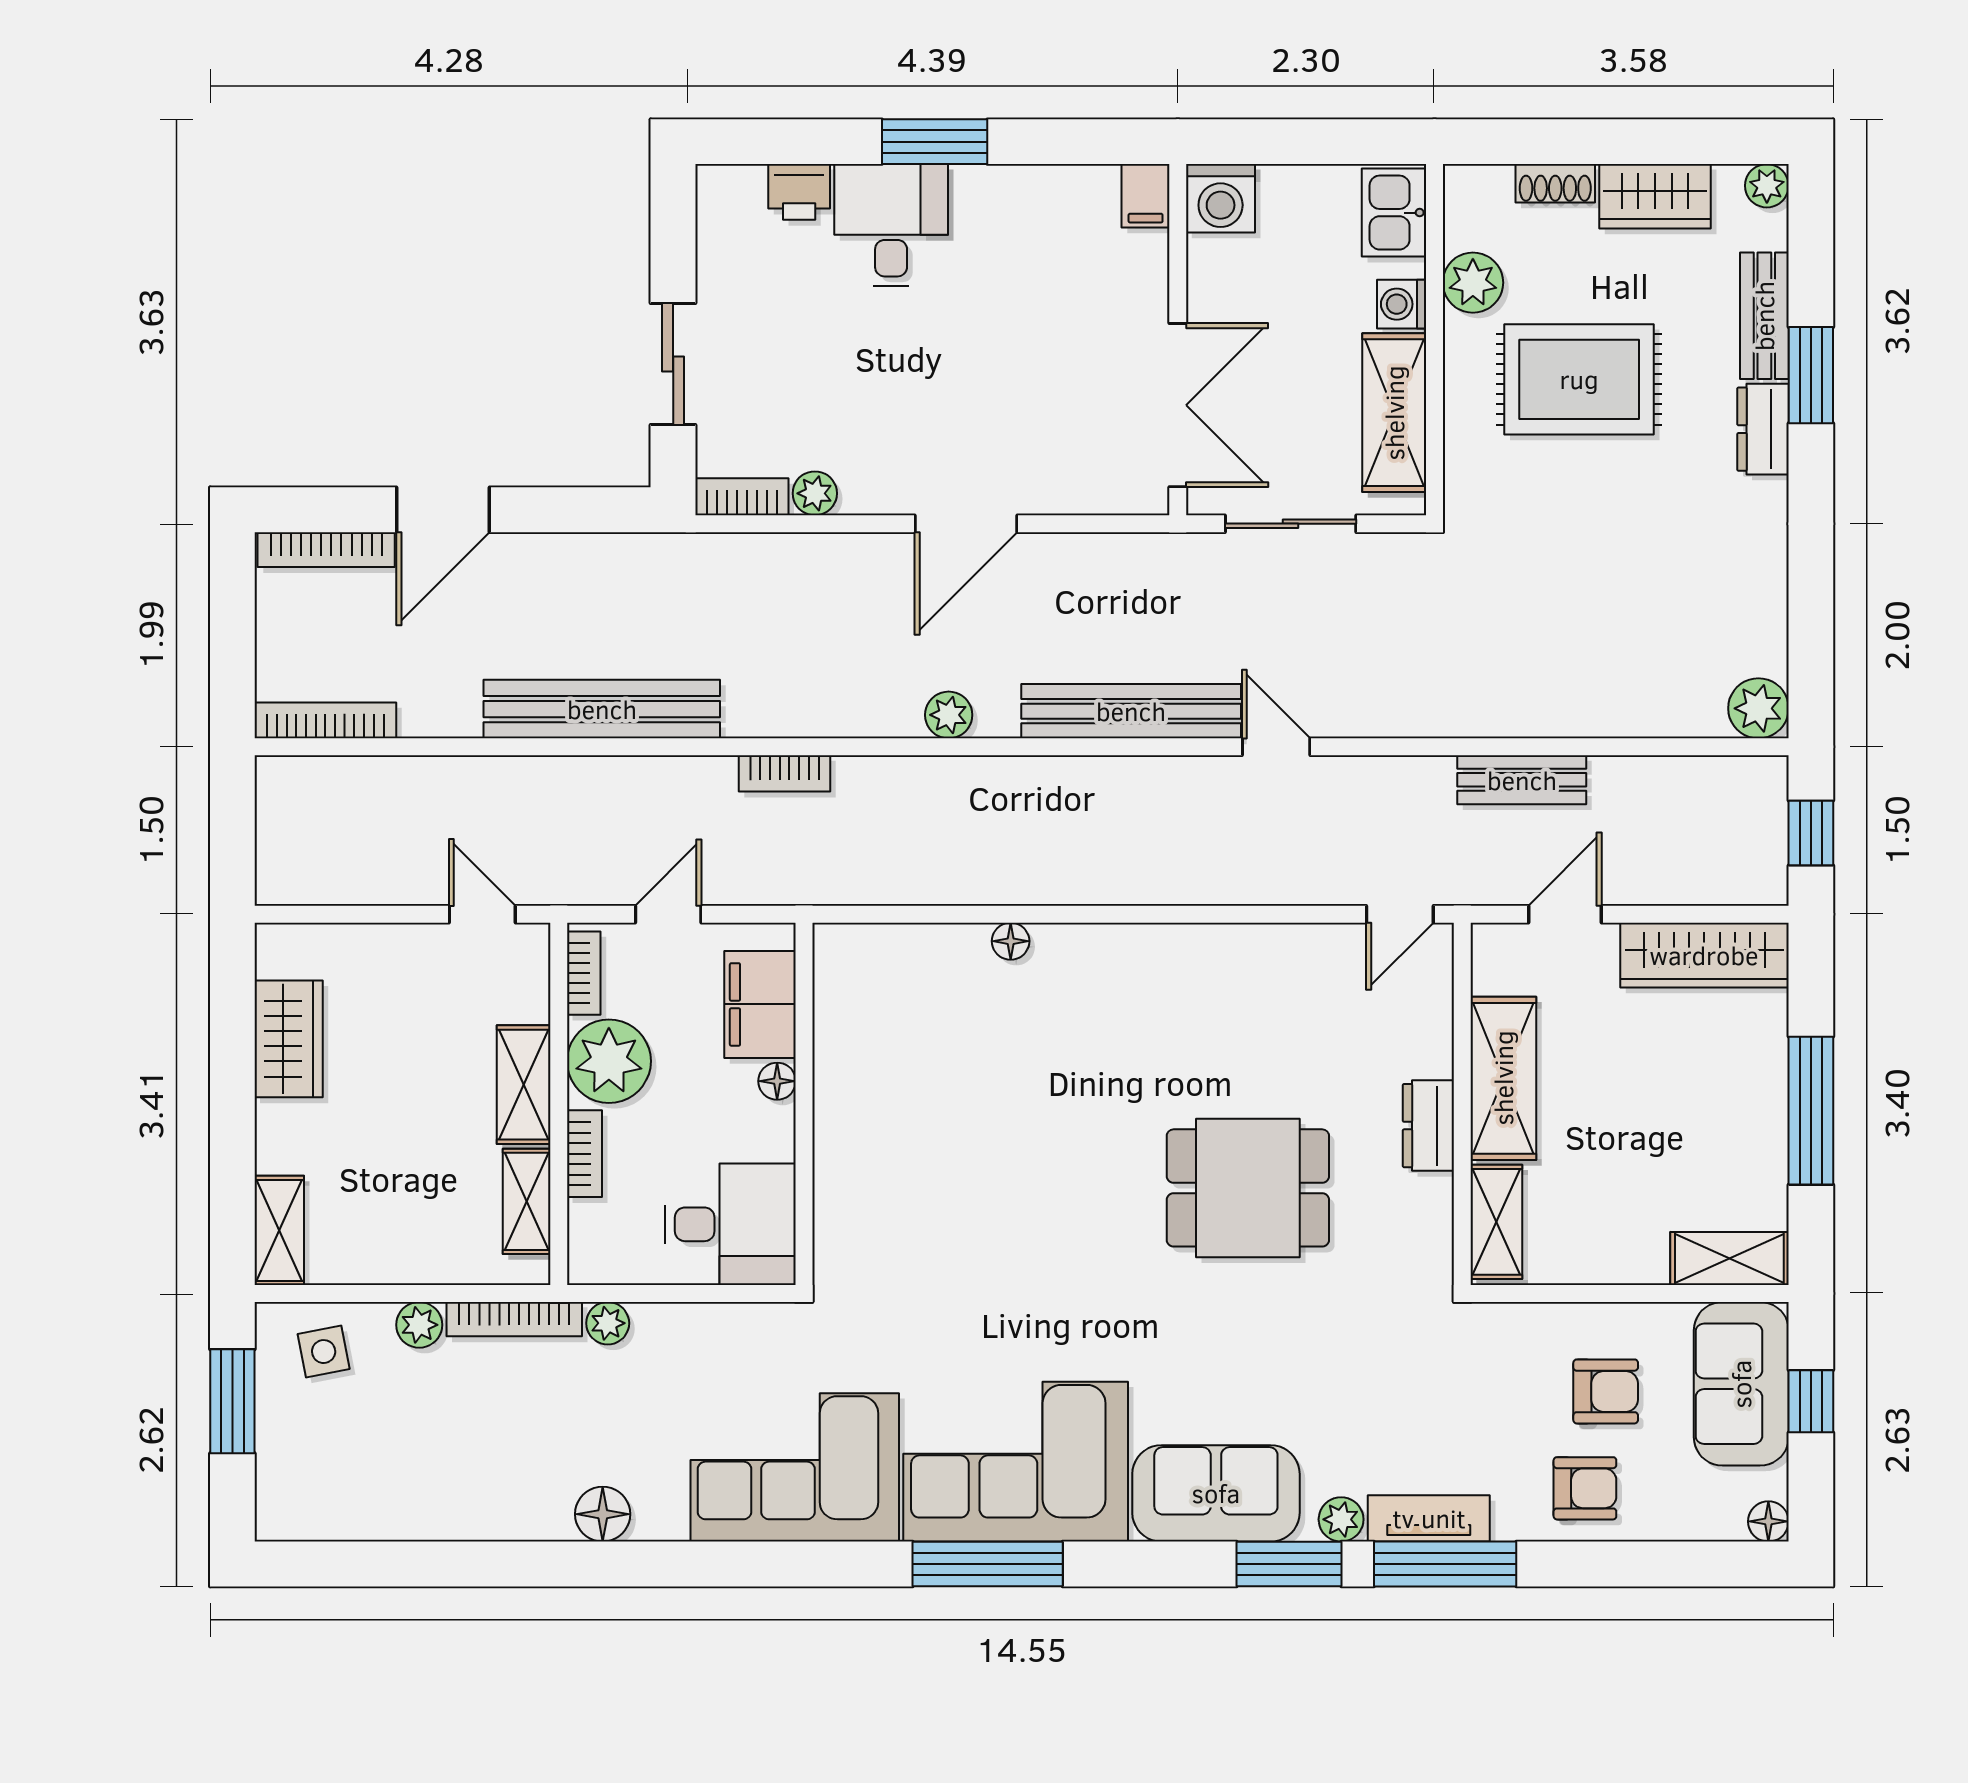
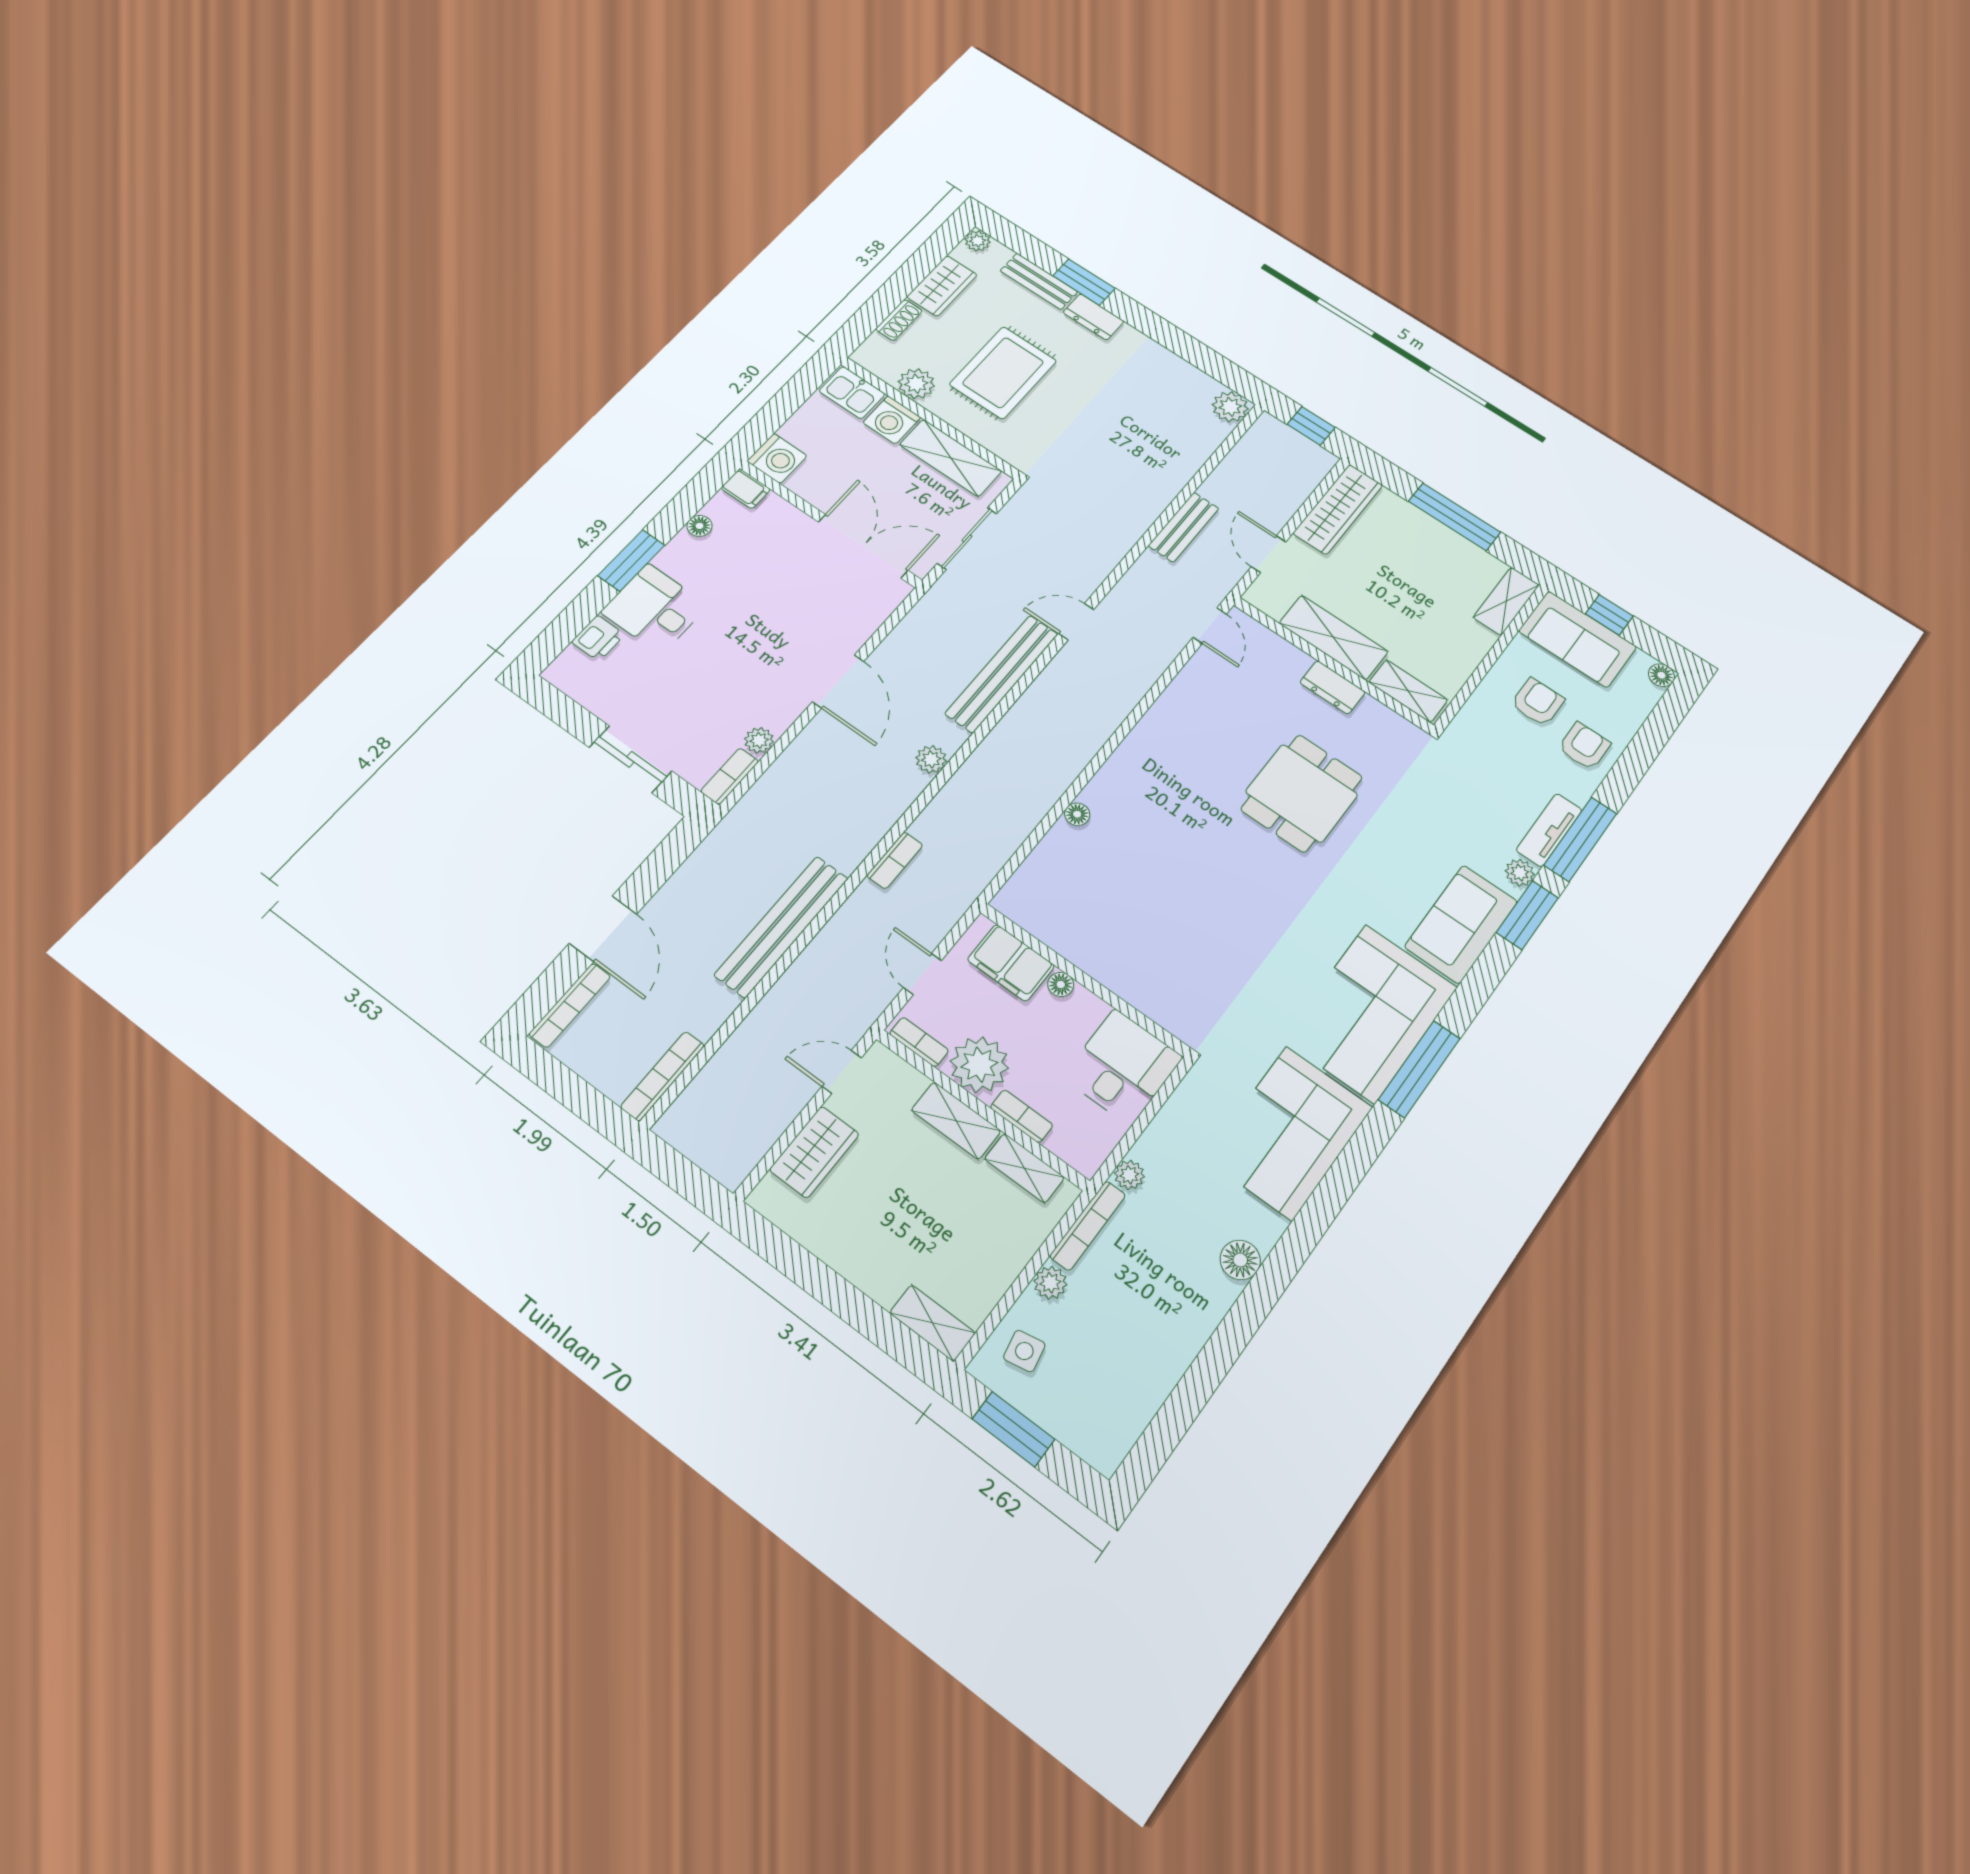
floor lamp: (1048, 183) -> (699, 526), added
washing machine: (1402, 304) -> (892, 420), width x1.38, depth x1.38
wardrobe: (289, 1039) -> (814, 1152), moved, turned 90

